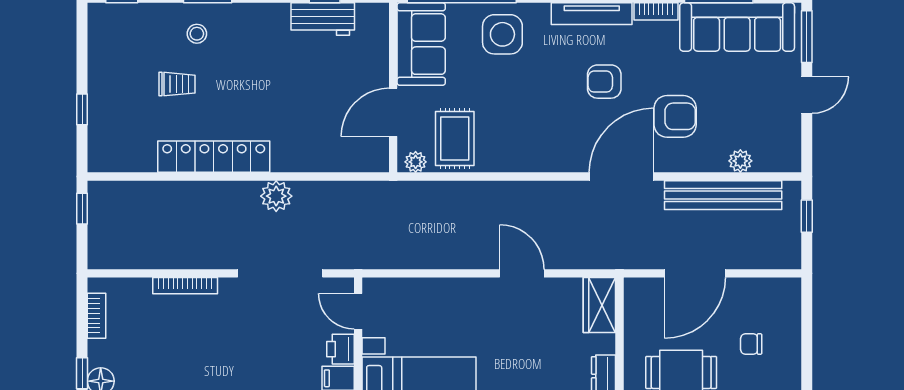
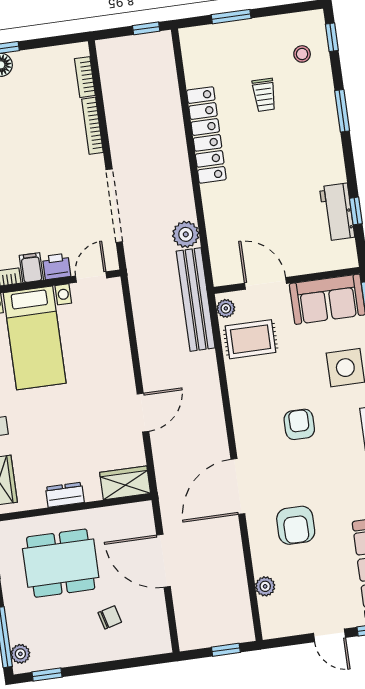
stool: (197, 34) -> (302, 54), moved
armchair: (604, 82) -> (299, 424), moved
window: (82, 109) -> (231, 17), width x1.50
door: (621, 176) -> (238, 486), swing flipped
bench: (723, 195) -> (196, 299), moved
plant: (276, 196) -> (186, 234), moved
bookcase: (96, 316) -> (85, 77), moved, turned 90
chair: (751, 344) -> (110, 617), turned 75

